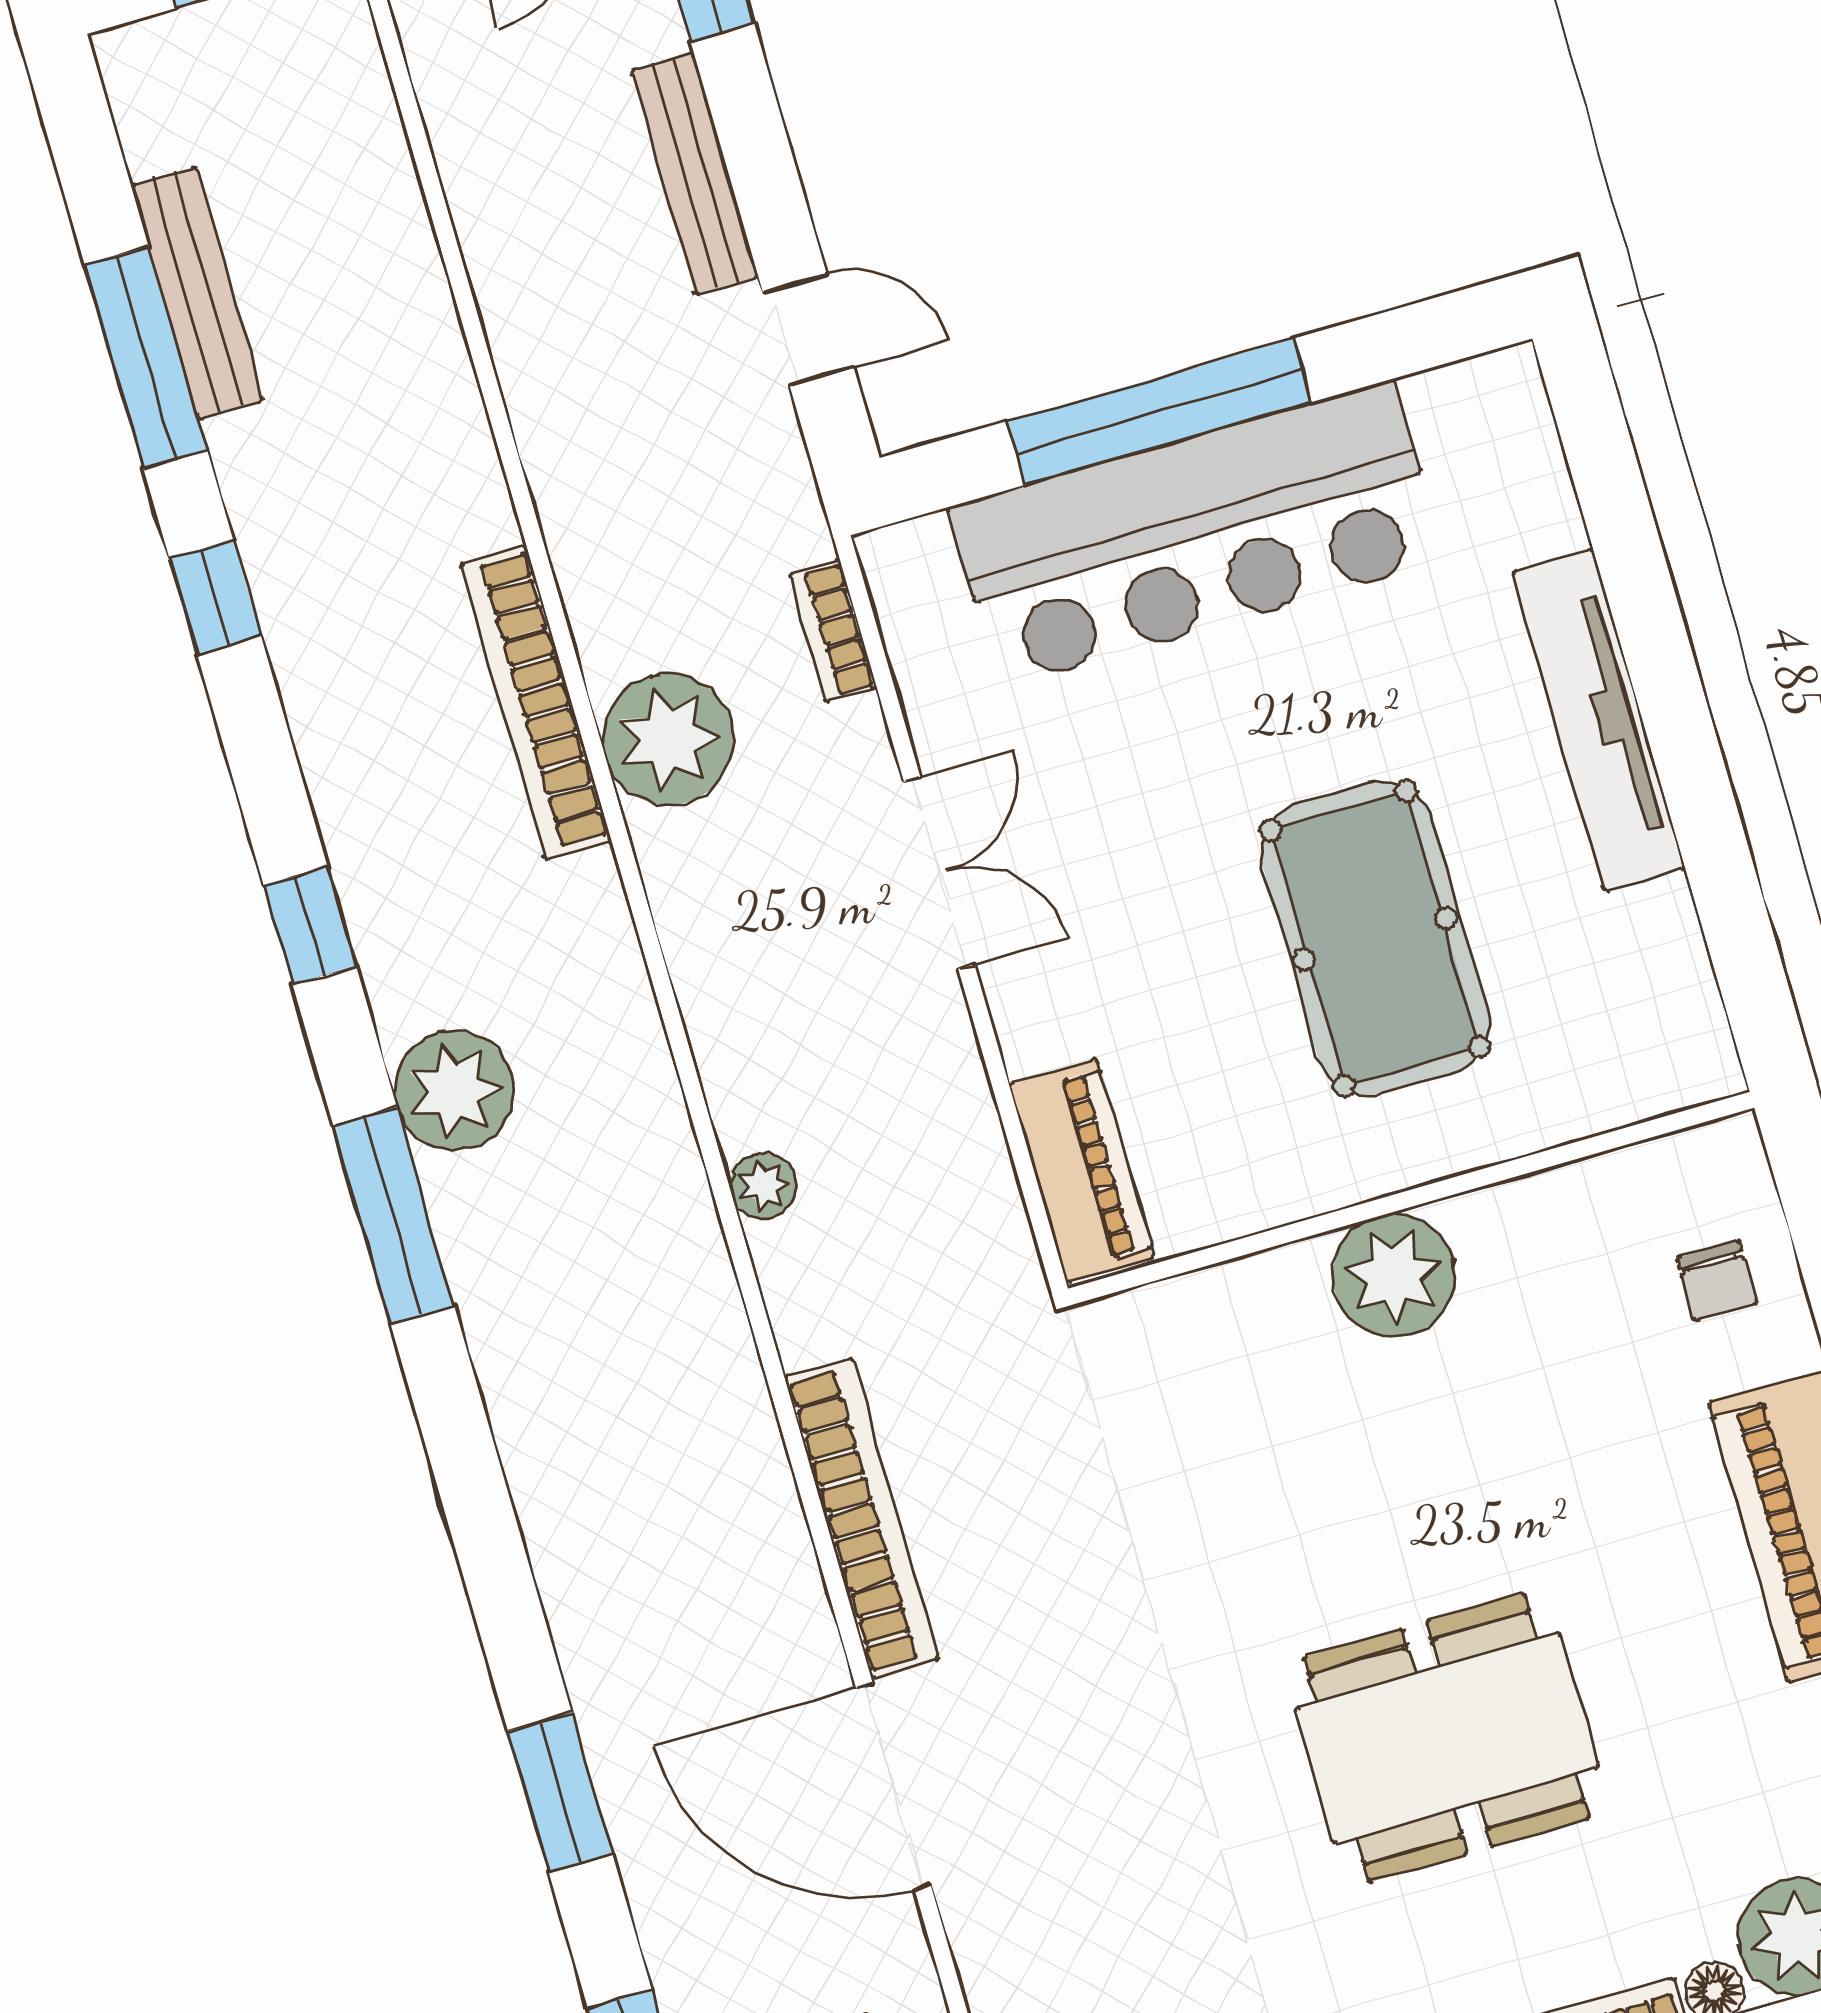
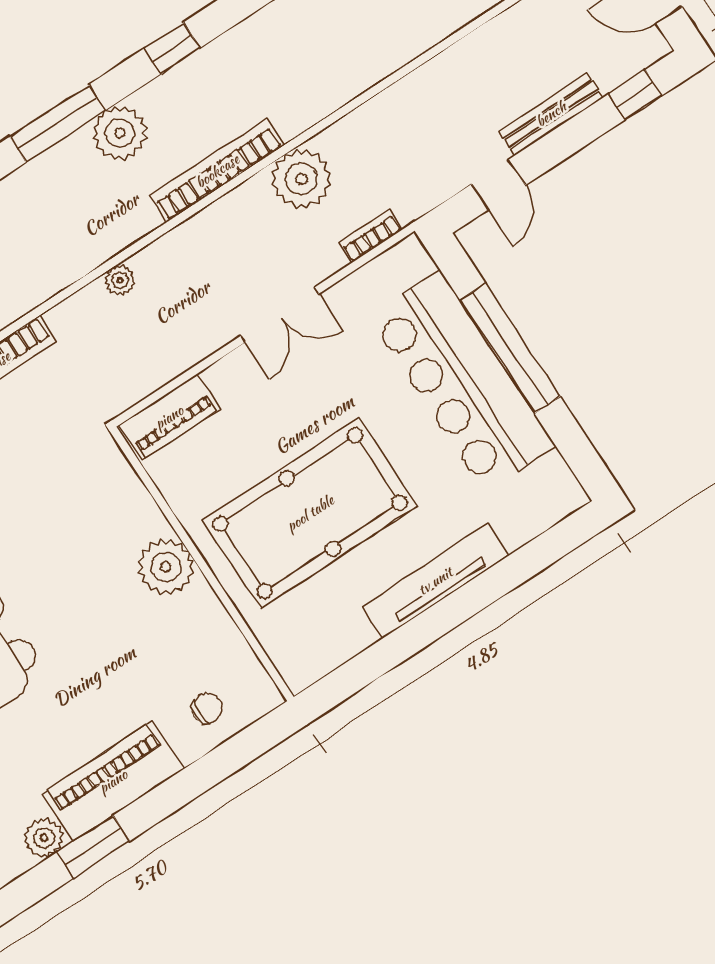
bookcase: (536, 702) -> (217, 171), moved
pool table: (1375, 939) -> (310, 513), width x1.36, depth x1.32
chair: (1717, 1281) -> (207, 708), turned 180

